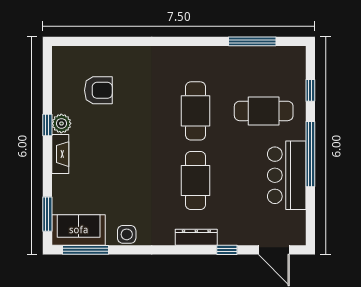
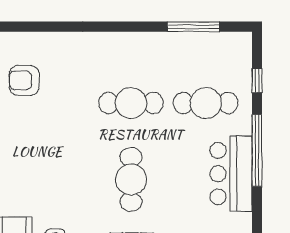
armchair: (98, 90) -> (24, 80), turned 180
cafe table: (196, 111) -> (131, 103), turned 90

